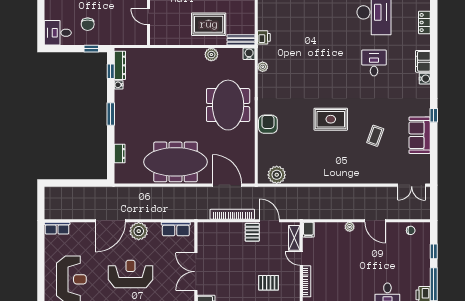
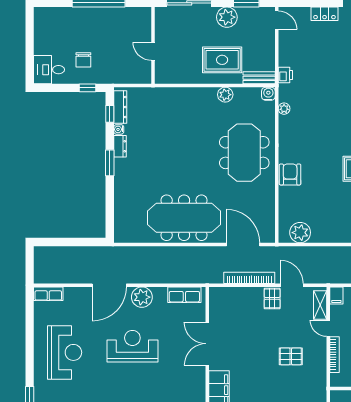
dresser: (120, 154) -> (120, 146), moved

